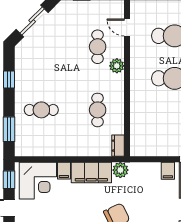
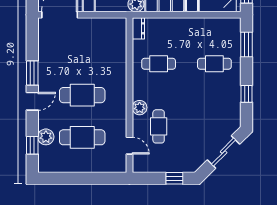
cafe table: (98, 110) -> (159, 64), turned 90

